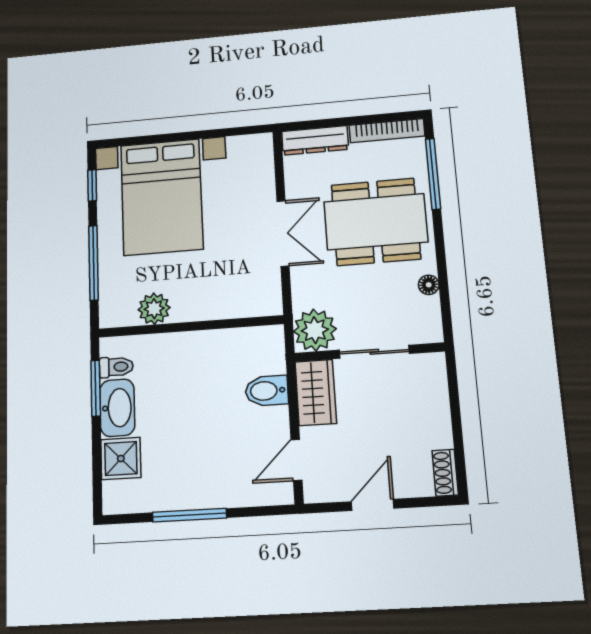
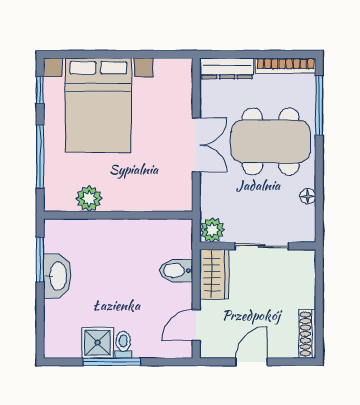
plant: (315, 330) -> (212, 230), width x0.73, depth x0.73
toilet: (116, 367) -> (123, 345), moved, turned -90
shower: (121, 459) -> (98, 343), moved
shoe rack: (445, 473) -> (307, 334), width x1.43

